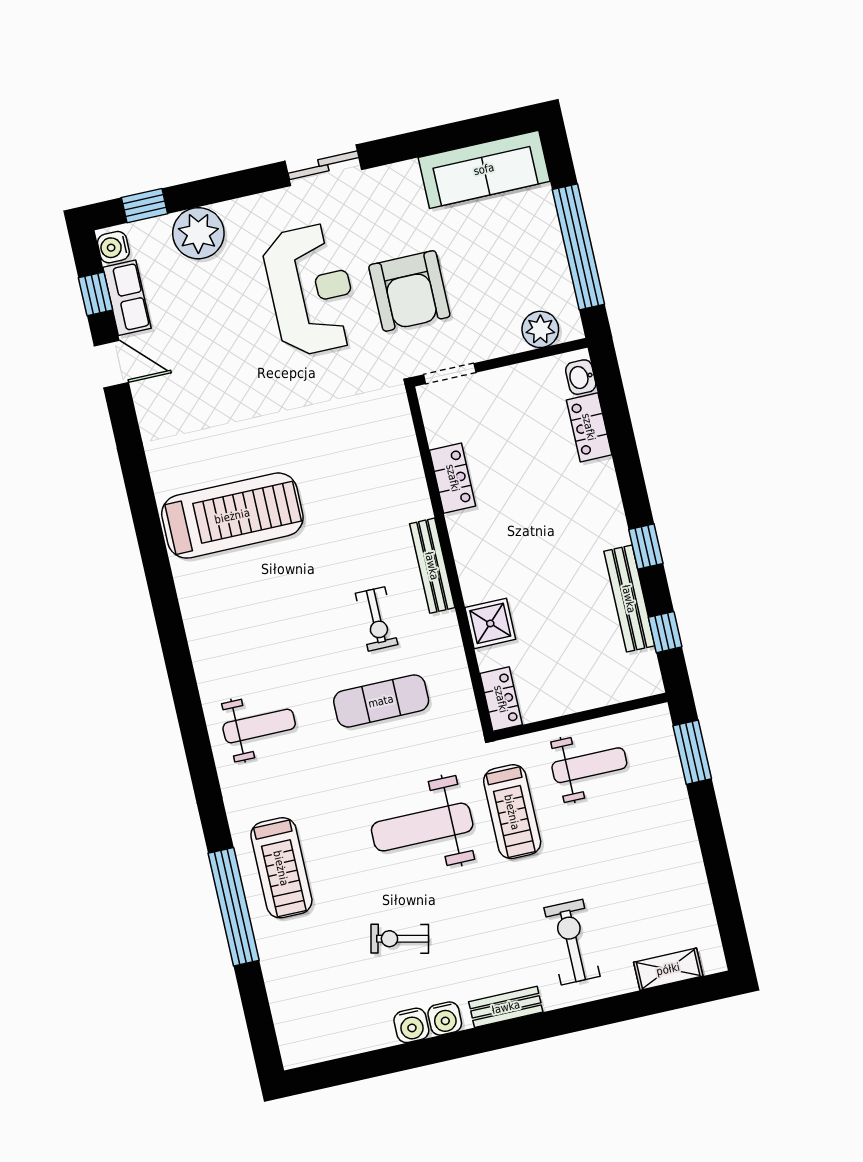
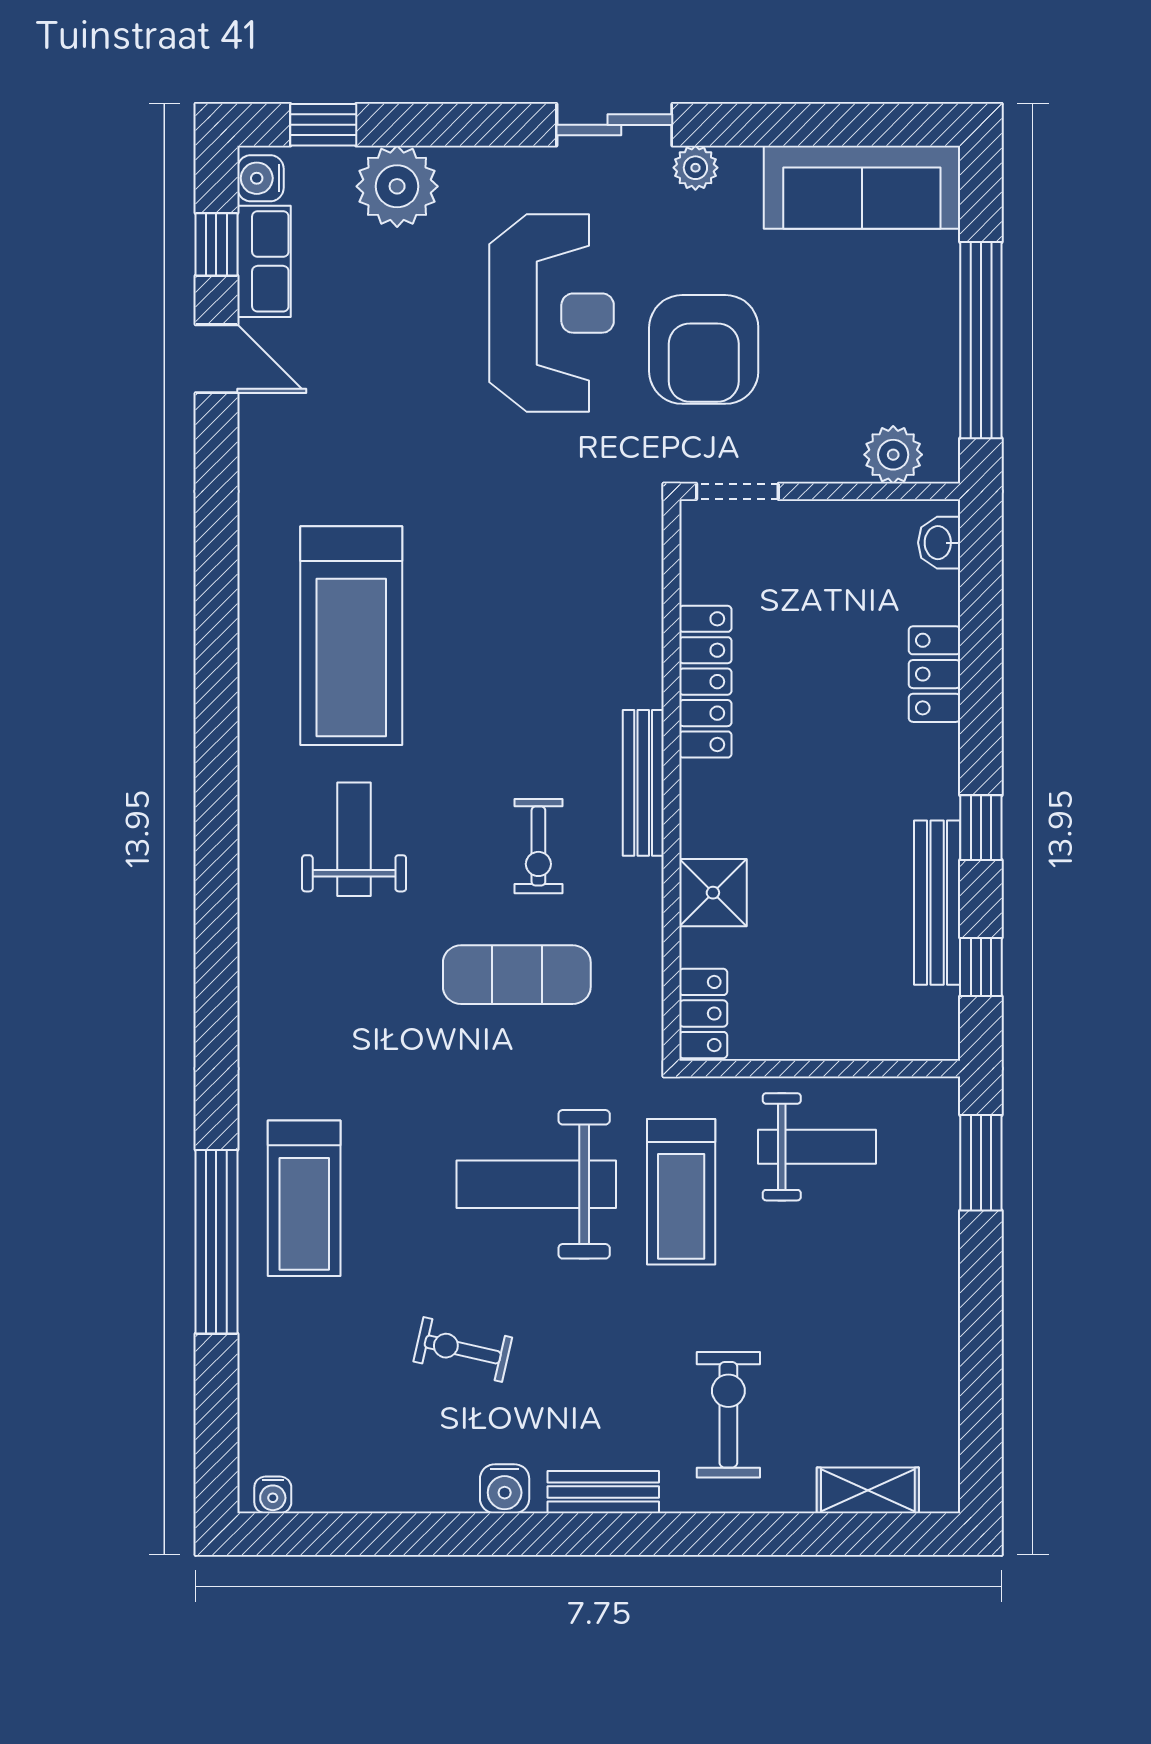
plant: (379, 180) -> (695, 168), added
locker: (589, 427) -> (935, 674), moved
locker: (453, 478) -> (705, 682), width x1.53
treadmill: (232, 516) -> (351, 636), turned 90
weight bench: (259, 726) -> (354, 839), moved, turned -90
water cooler: (411, 1025) -> (273, 1495), moved, width x0.72, depth x0.72

